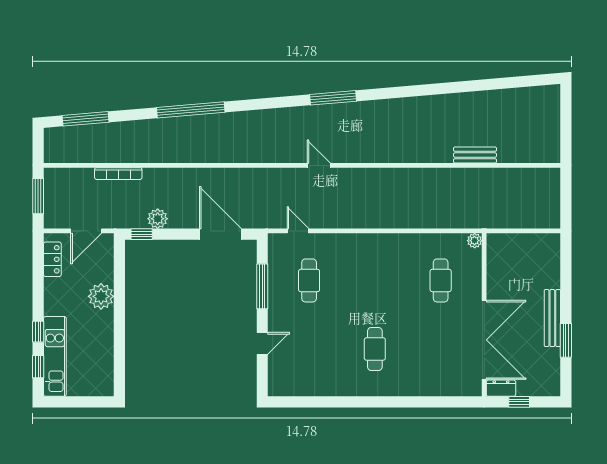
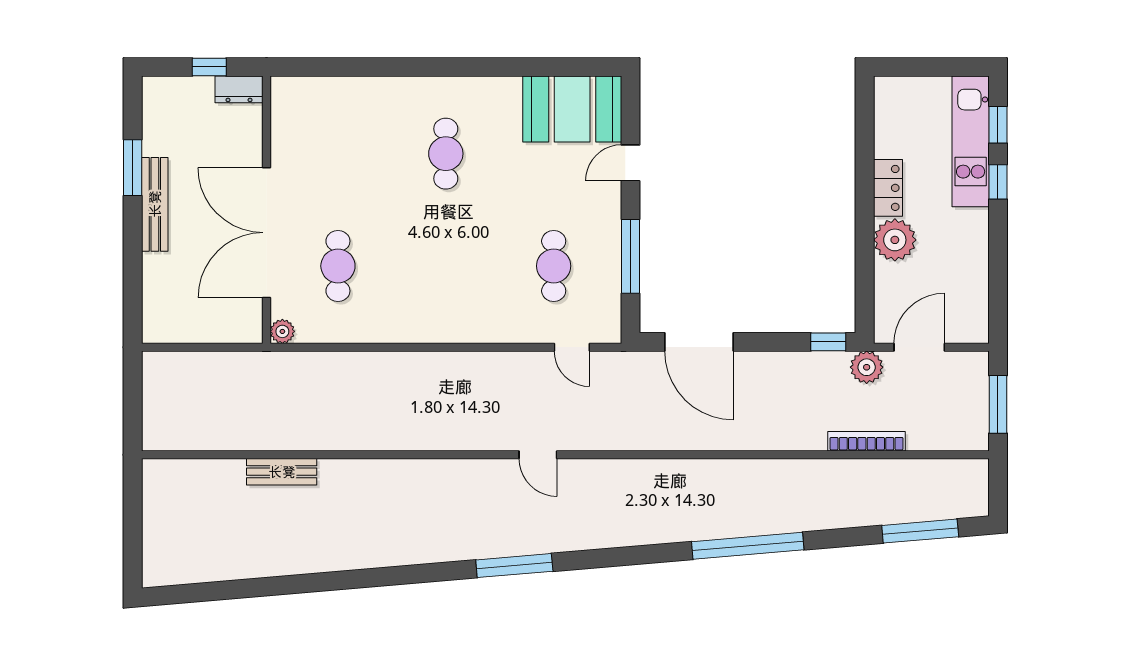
plant: (158, 219) -> (867, 367), moved
locker: (52, 259) -> (888, 188), moved, turned 180
double door: (484, 340) -> (267, 233), moved
booth: (298, 376) -> (572, 109), added

